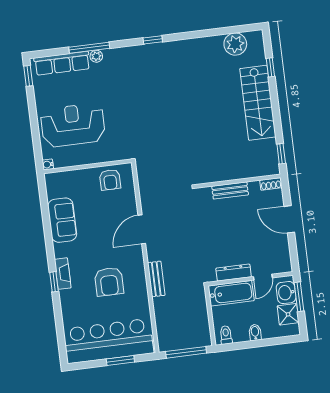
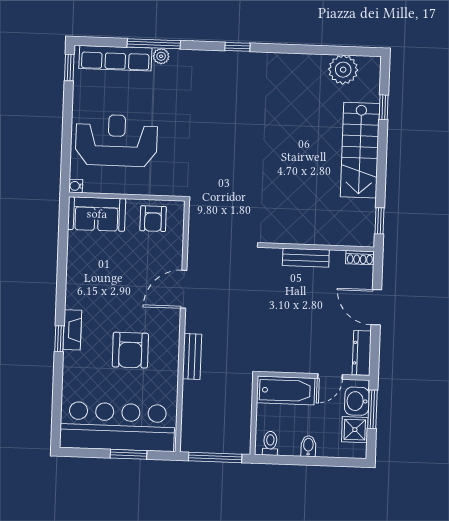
sofa: (62, 220) -> (97, 214), moved, turned 90
dresser: (234, 273) -> (362, 353), moved, turned -90

